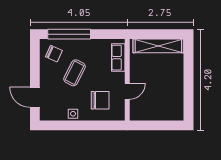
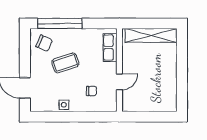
coffee table: (74, 73) -> (65, 63), turned 45
chair: (100, 100) -> (92, 91), width x0.54, depth x0.54

